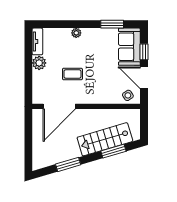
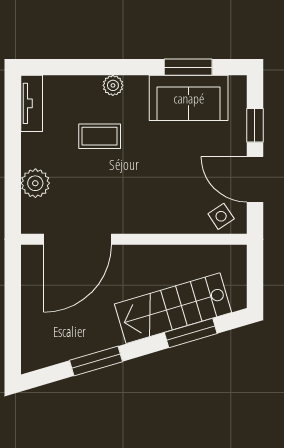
sofa: (129, 47) -> (189, 98), moved, turned -90
plant: (39, 63) -> (35, 183), moved
coffee table: (72, 74) -> (100, 136), moved

